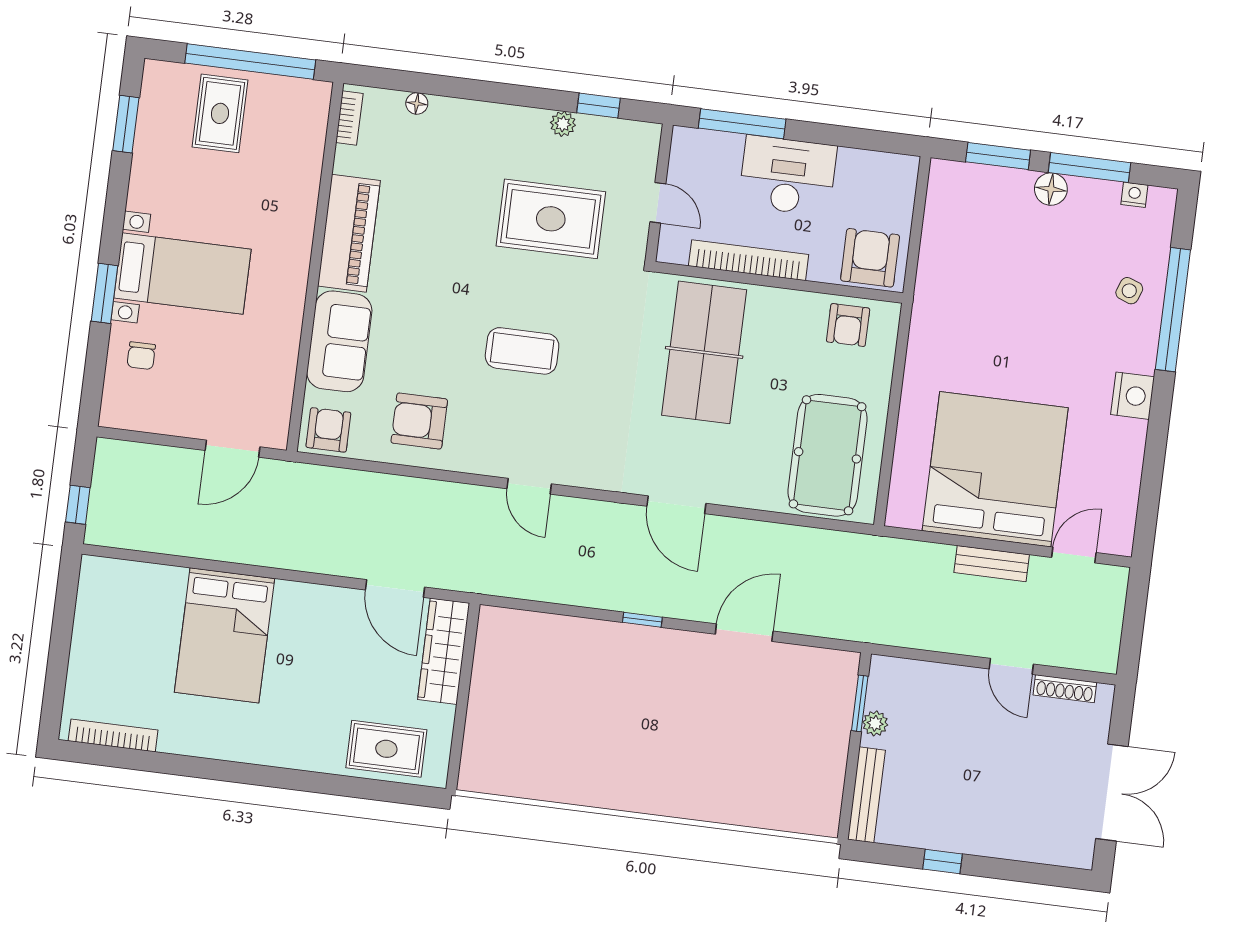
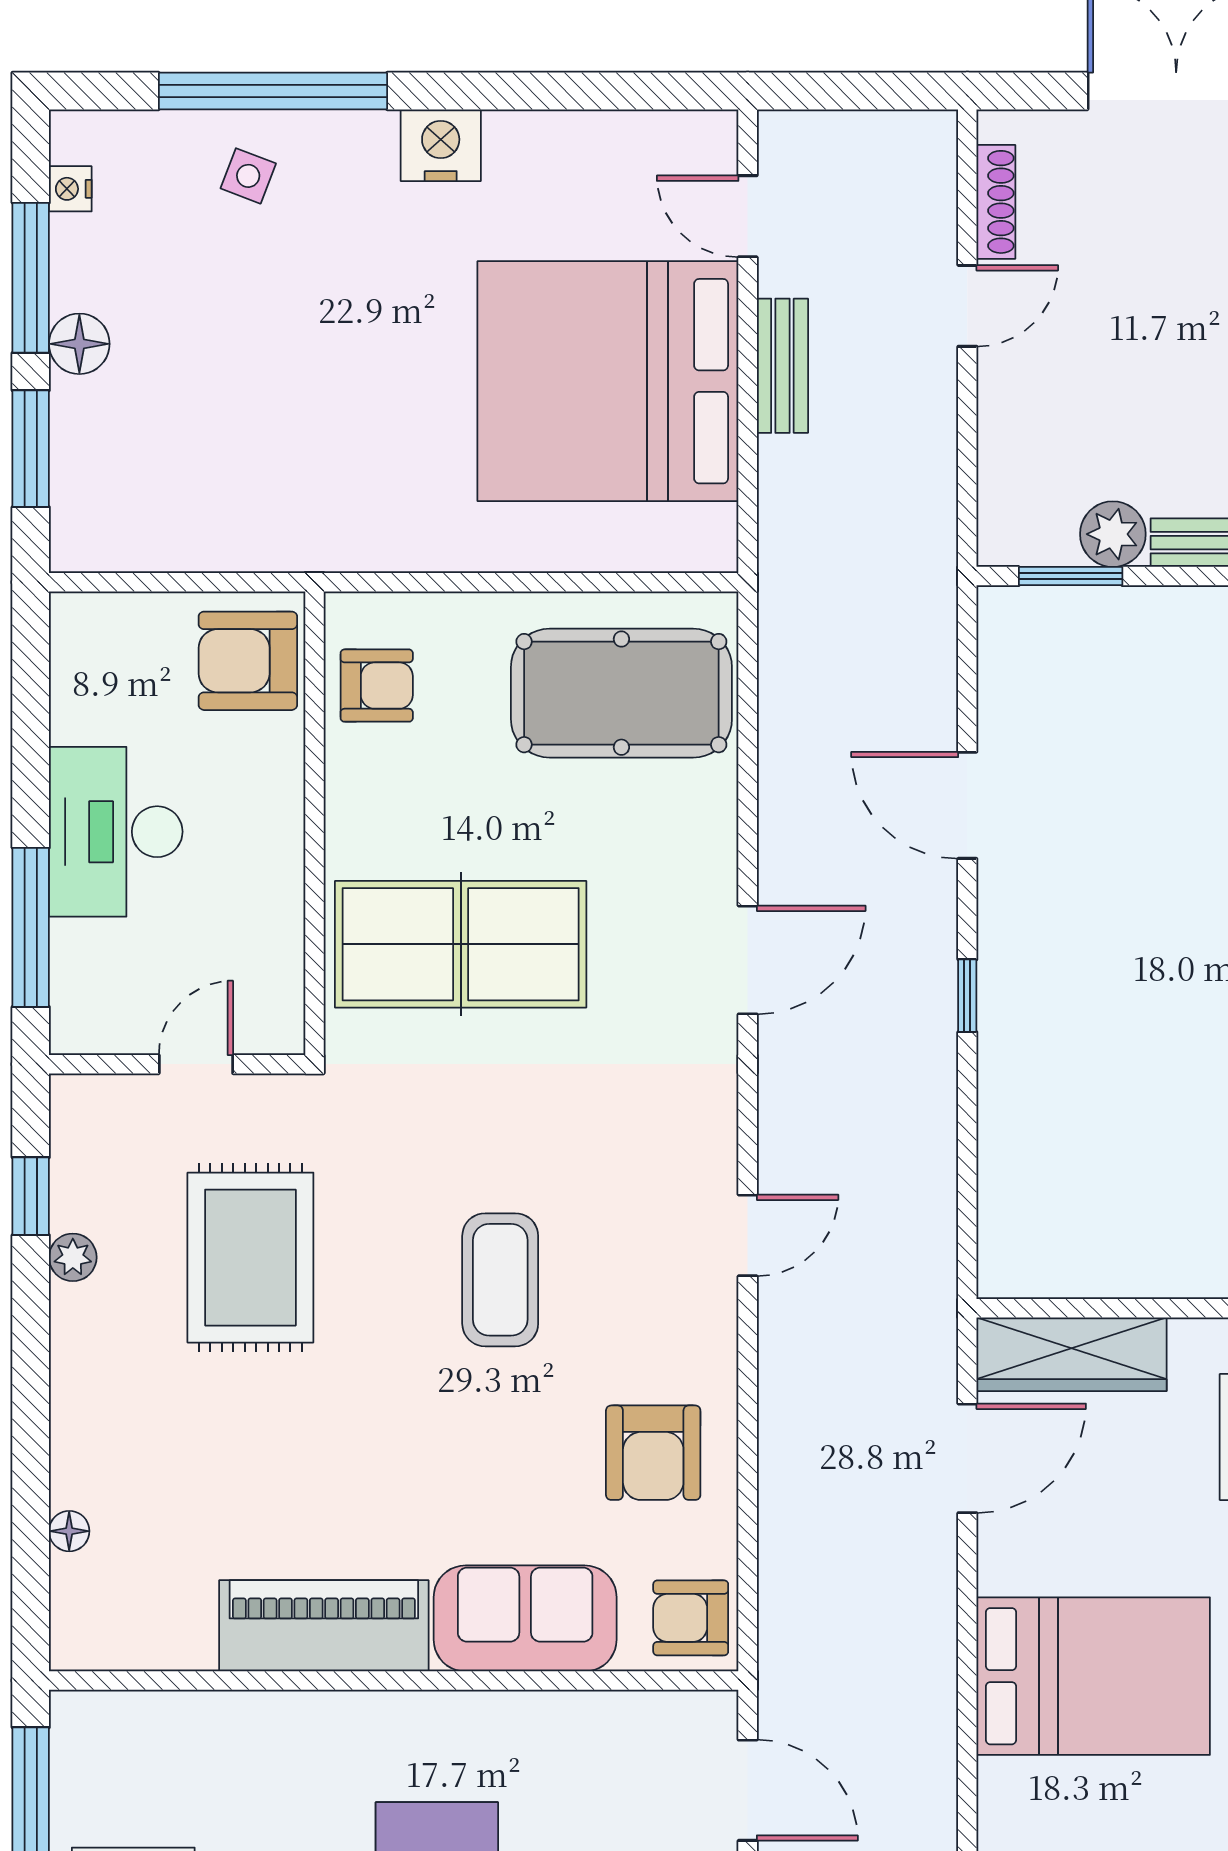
bookcase: (349, 118) -> (112, 1652), removed
bookcase: (749, 260) -> (280, 884), removed
bed: (224, 635) -> (1093, 1676), moved
plant: (875, 723) -> (1113, 534), width x1.38, depth x1.38

